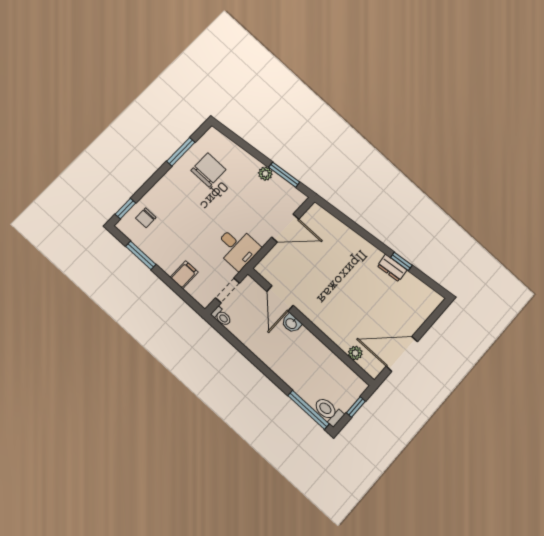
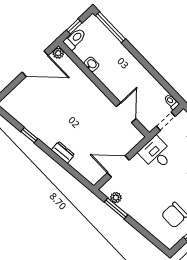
plant: (265, 174) -> (116, 198), moved
dresser: (392, 268) -> (63, 152), moved
washbasin: (291, 323) -> (91, 64), moved
plant: (355, 353) -> (58, 53), moved
toilet: (328, 411) -> (75, 39), moved, turned -90

